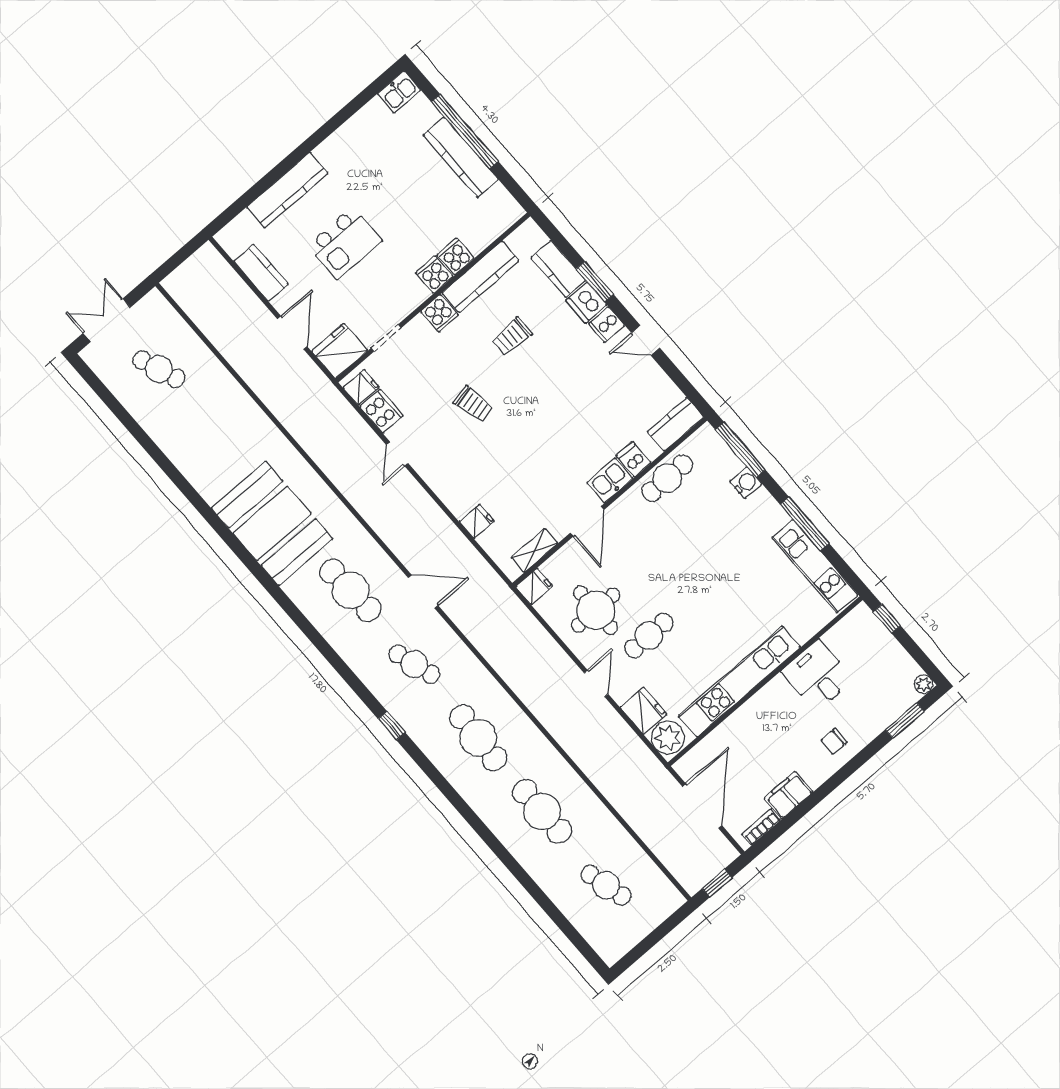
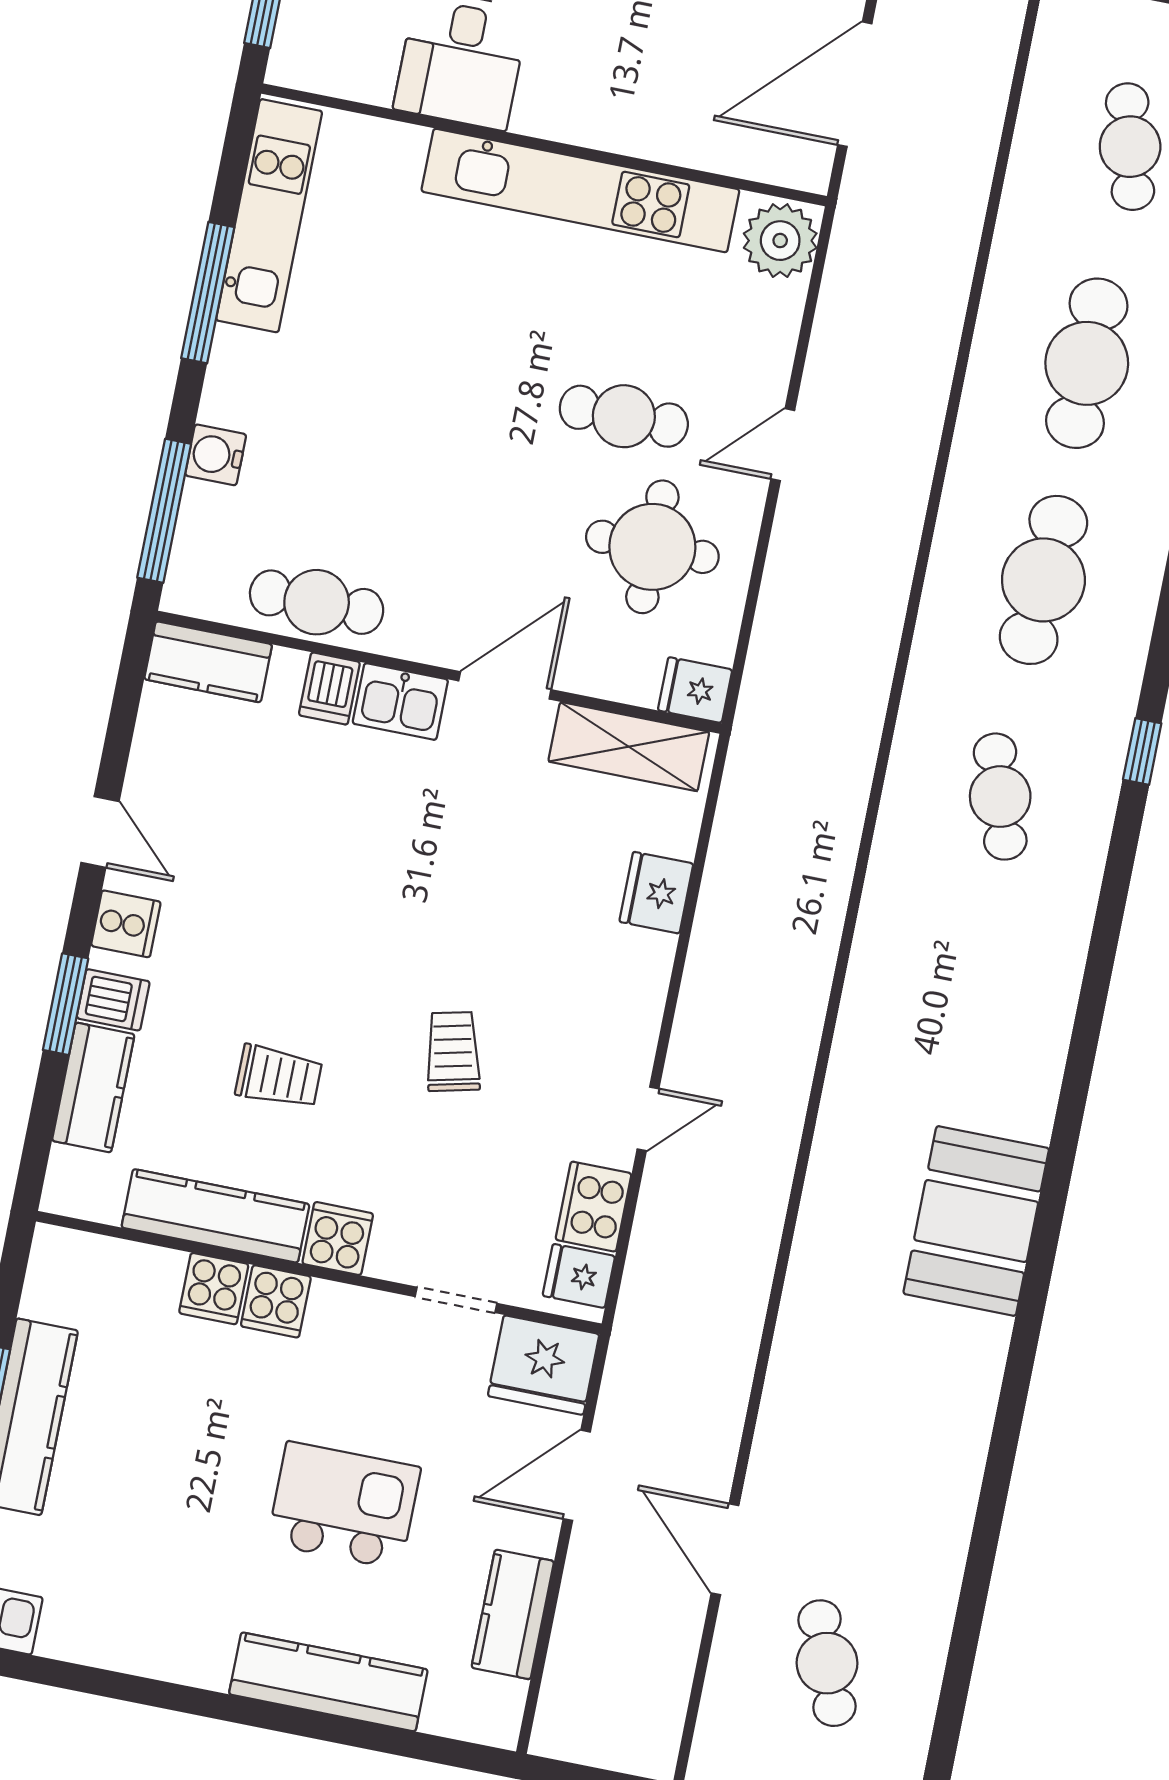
dishwasher: (586, 303) -> (113, 1000), width x0.73
fridge: (477, 521) -> (656, 893), width x1.38
booth: (272, 523) -> (976, 1221), width x0.73, depth x0.70
shelving: (534, 550) -> (629, 747), width x1.50, depth x1.33
cafe table: (351, 590) -> (957, 1013), removed
door: (423, 592) -> (725, 1549), moved
fridge: (643, 711) -> (766, 322), removed

